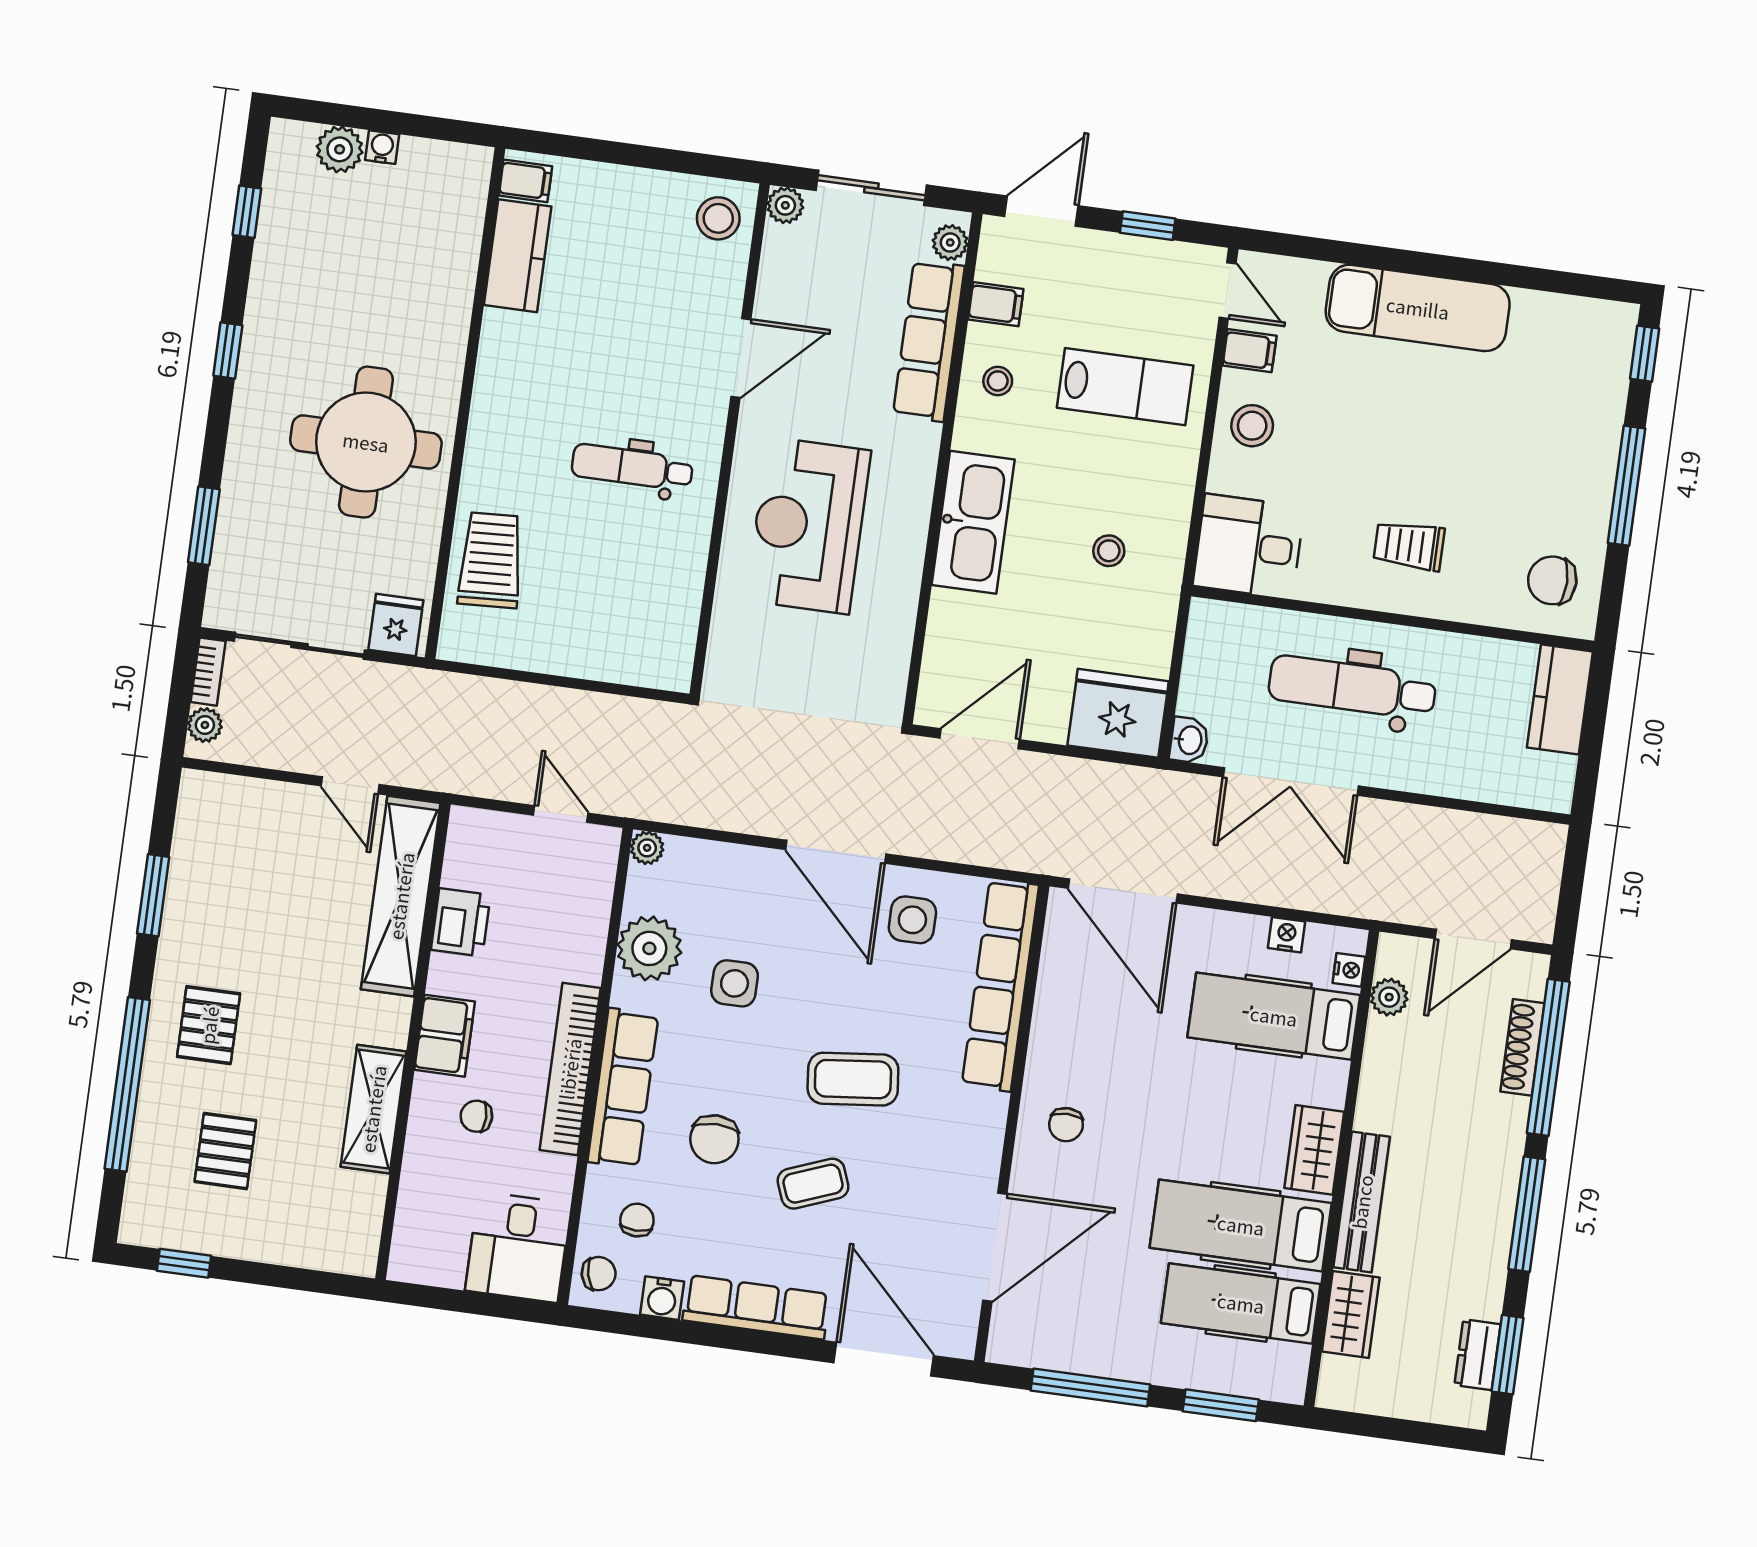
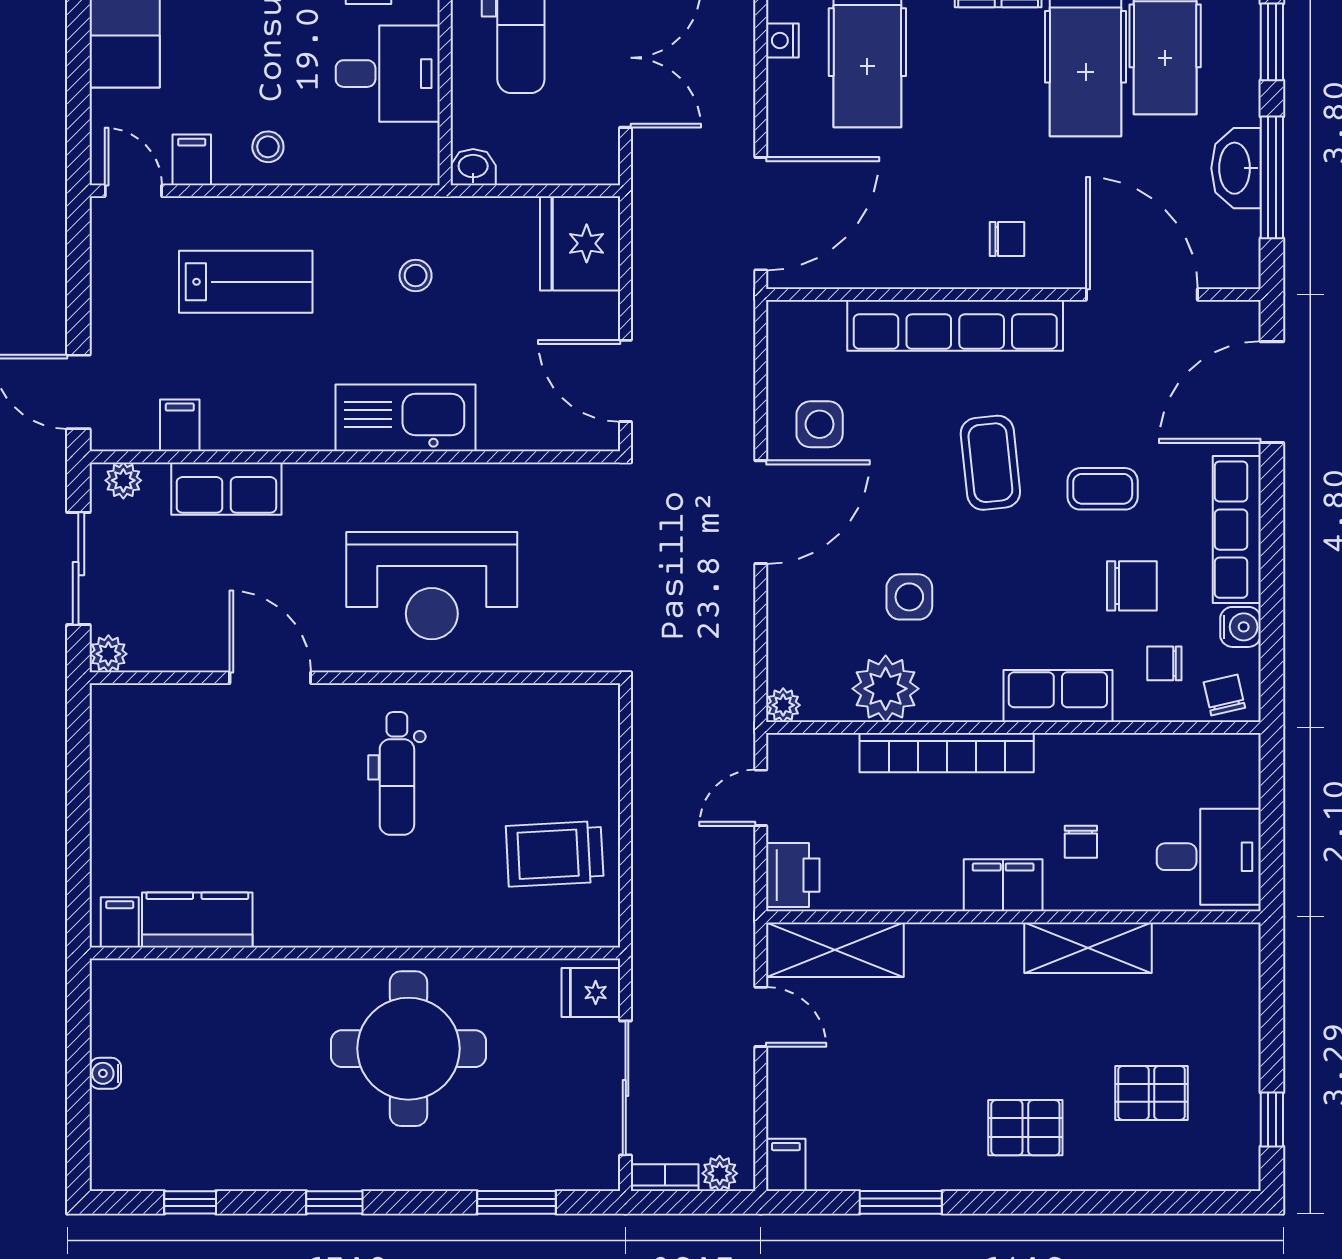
plant: (340, 149) -> (114, 1116), removed
stool: (718, 218) -> (131, 720), removed
window: (1148, 226) -> (78, 281), removed
door: (1228, 290) -> (133, 191), hinge flipped
row of seats: (929, 341) -> (226, 489), width x0.68
stool: (998, 381) -> (258, 413), removed
lab bench: (1125, 387) -> (246, 282), turned 90
stool: (1252, 426) -> (268, 147), width x0.73, depth x0.73
desk: (1249, 546) -> (388, 74), moved, turned -90
trolley: (491, 560) -> (555, 854), moved
washbasin: (1189, 740) -> (473, 167), moved
door: (350, 785) -> (761, 1017), hinge flipped
filing cabinet: (204, 790) -> (786, 1165), added
shelving: (401, 896) -> (835, 950), width x0.68
printer: (461, 922) -> (793, 875), moved, turned 90
row of seats: (1000, 985) -> (955, 325), moved
bookcase: (570, 1069) -> (947, 753), moved
window: (127, 1084) -> (1097, 1202), removed
row of seats: (623, 1088) -> (1058, 696), width x0.68
chair: (714, 1139) -> (1132, 586), moved
coffee table: (813, 1184) -> (1103, 489), turned -69
desk: (518, 1247) -> (1209, 857), moved
washbasin: (1104, 1354) -> (1236, 168), added

